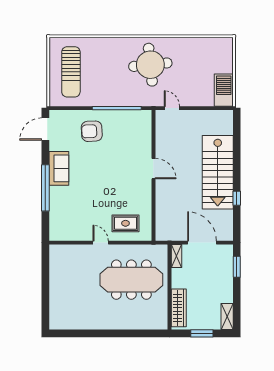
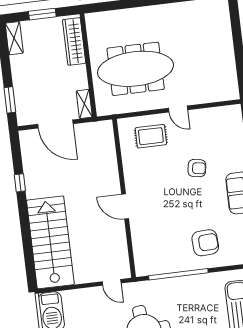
stairs: (218, 172) -> (50, 242), moved
armchair: (91, 193) -> (197, 168), added

